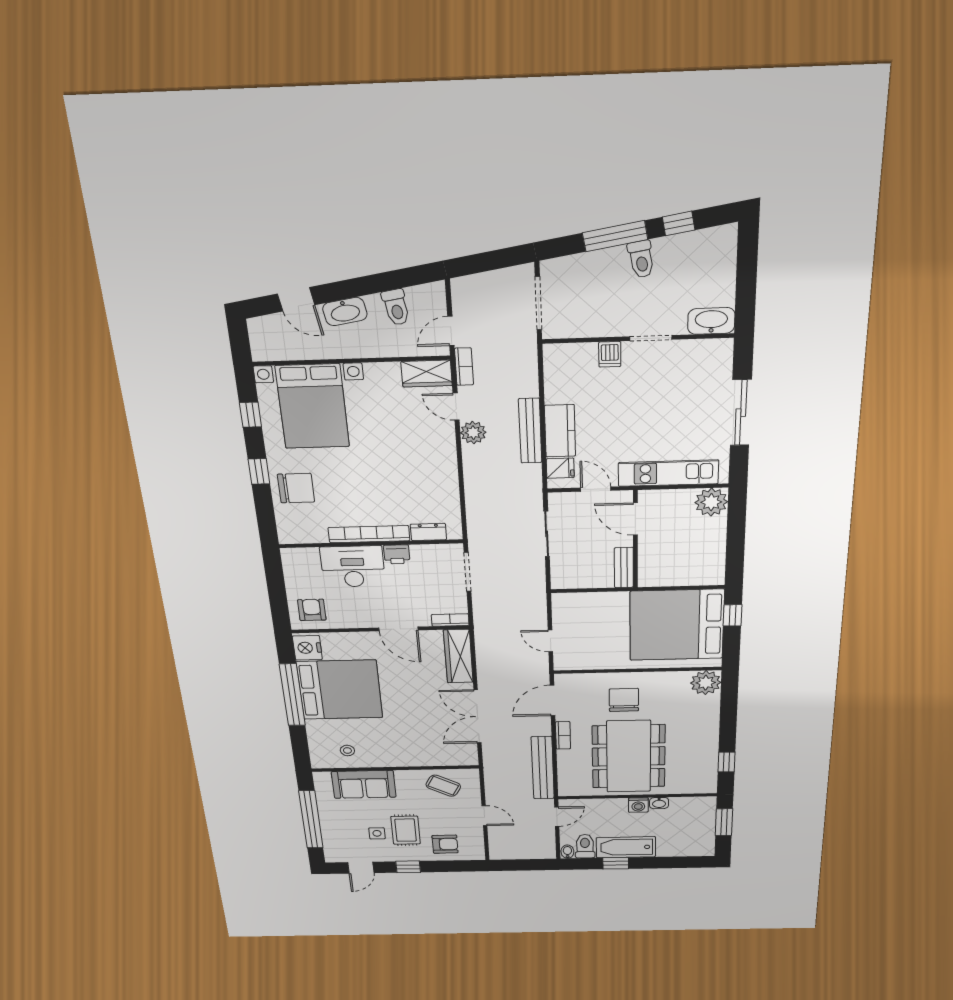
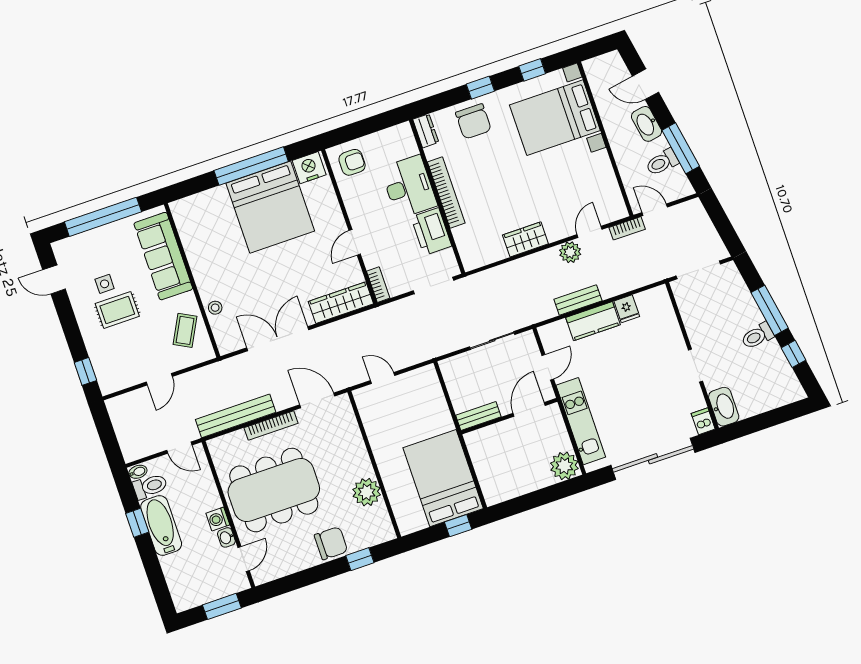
window: (385, 282) -> (681, 148), added
door: (296, 299) -> (646, 84), hinge flipped
dishwasher: (610, 354) -> (703, 421), moved, turned 90
wardrobe: (427, 374) -> (525, 239), moved, turned 90
sliding door: (741, 413) -> (653, 459), width x1.36
bench: (530, 431) -> (578, 300), width x0.73
fridge: (560, 468) -> (627, 309), moved
dresser: (428, 532) -> (426, 131), moved
printer: (397, 554) -> (431, 232), width x1.87, depth x1.48
bed: (677, 625) -> (443, 478), width x0.73
door: (398, 629) -> (355, 242), width x0.73
door: (550, 641) -> (383, 378), hinge flipped
plant: (706, 683) -> (367, 492), moved
chair: (624, 700) -> (331, 543), moved
bookcase: (563, 735) -> (271, 425), width x1.56
stool: (347, 750) -> (215, 308), moved
window: (726, 762) -> (360, 559), moved
sofa: (364, 784) -> (163, 256), width x1.36
door: (686, 795) -> (244, 559), added
armchair: (445, 844) -> (111, 352), removed
window: (408, 867) -> (85, 371), moved

